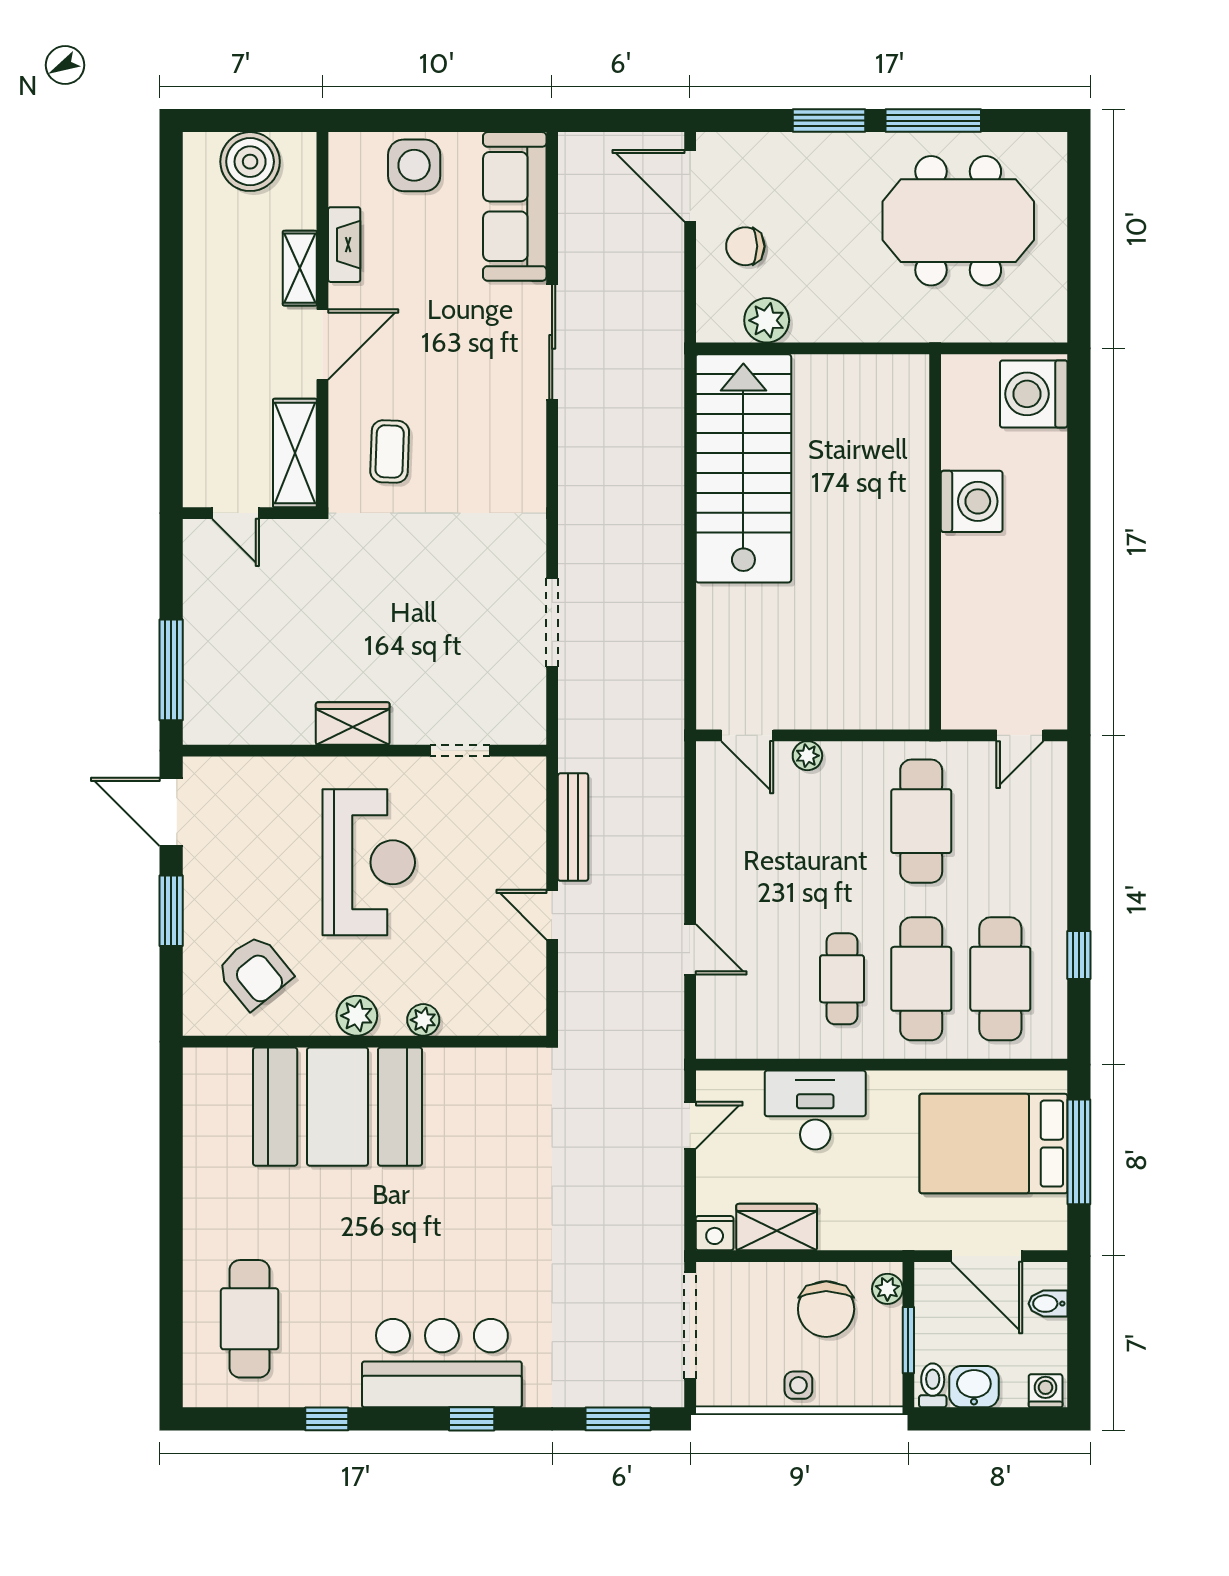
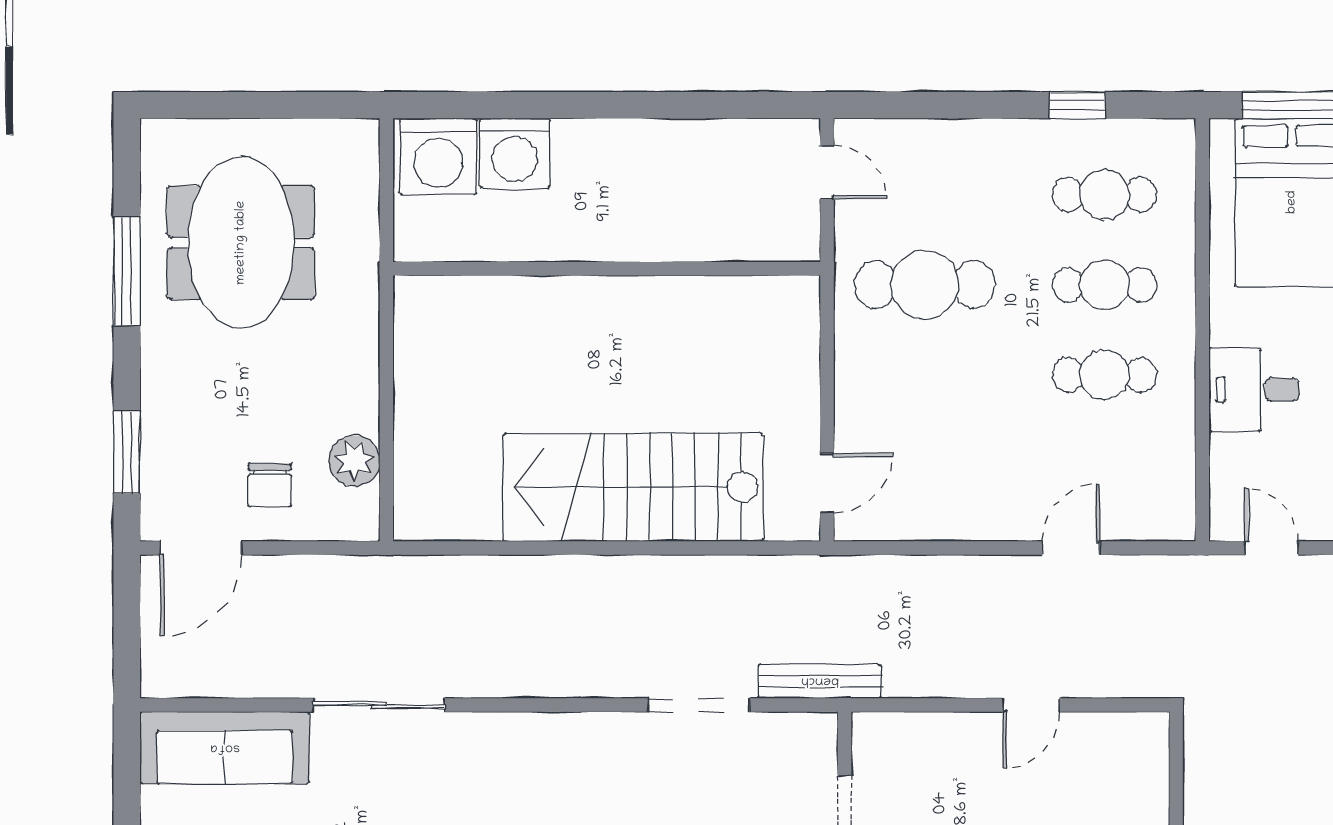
window: (829, 121) -> (127, 452), moved
stairs: (743, 468) -> (633, 487), moved
washing machine: (972, 501) -> (515, 153), moved, turned 180
plant: (807, 756) -> (850, 414), removed
bench: (573, 827) -> (820, 681), moved
cafe table: (921, 979) -> (1104, 285), width x0.73, depth x0.74
cafe table: (1000, 979) -> (1104, 195), width x0.73, depth x0.74
desk: (815, 1110) -> (1254, 390), width x0.73

